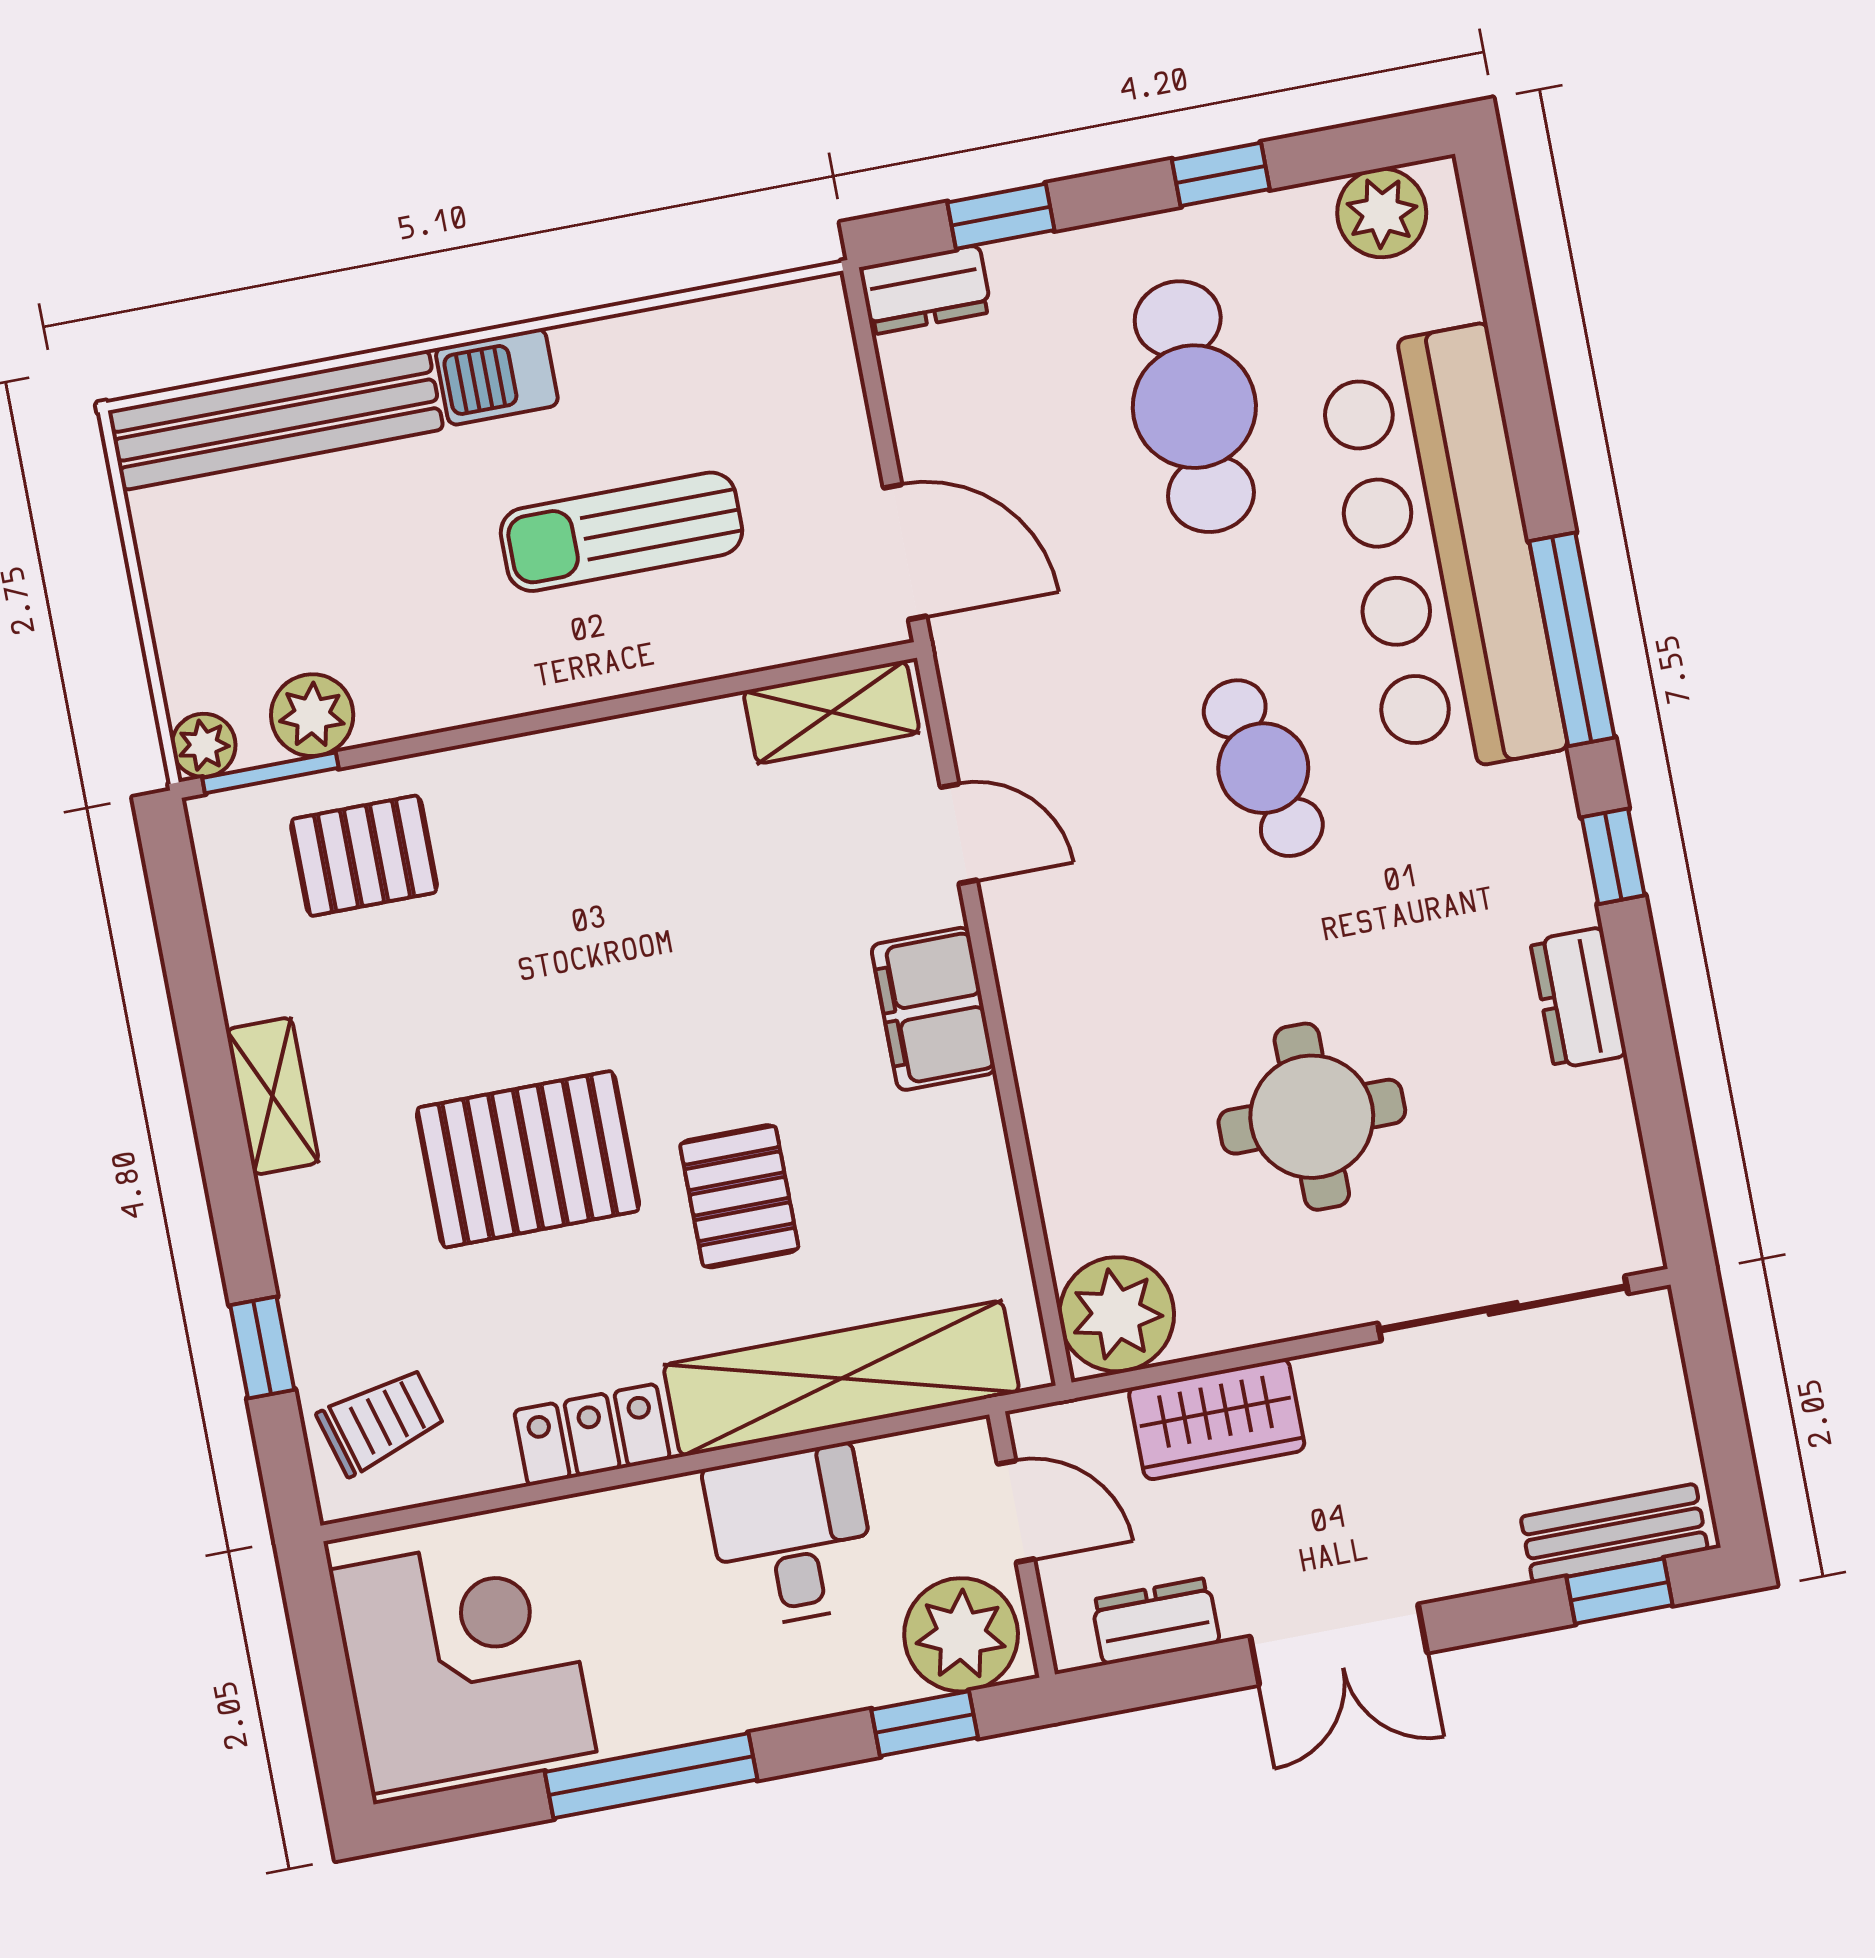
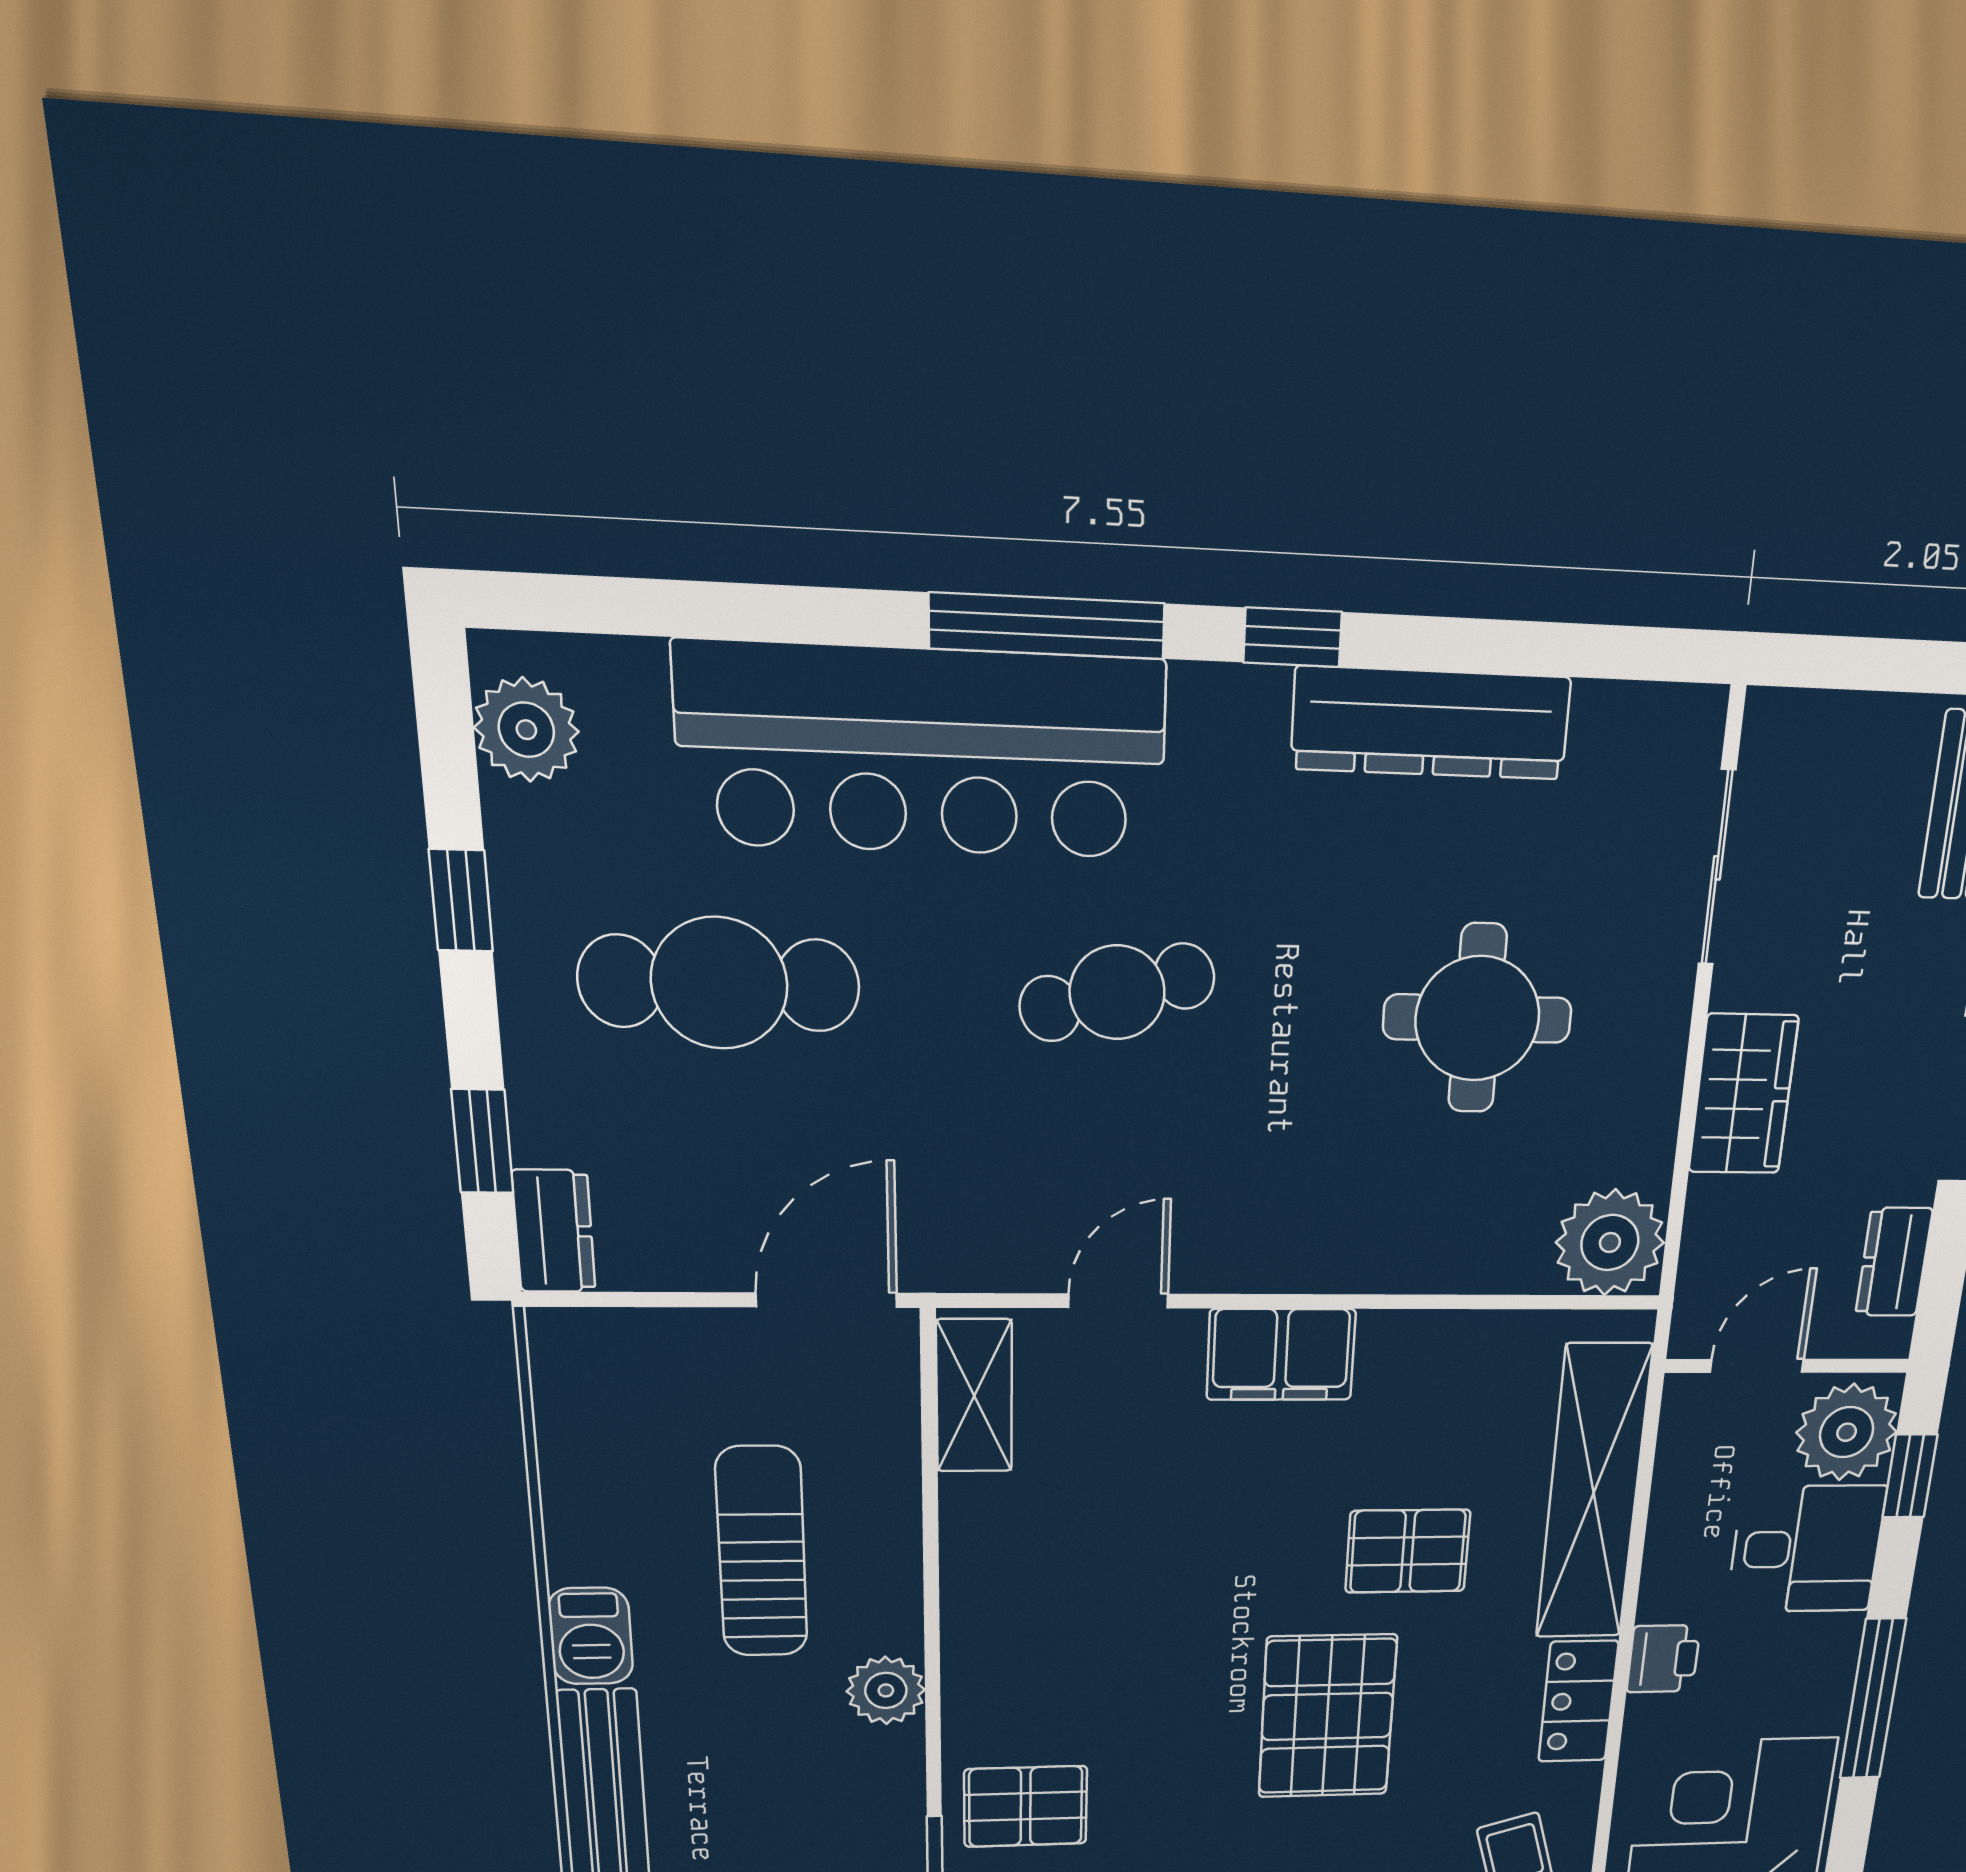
sun lounger: (621, 532) -> (762, 1552), turned 180
plant: (312, 715) -> (886, 1690), moved
pallet: (364, 856) -> (1026, 1806), turned 90
dresser: (1578, 998) -> (1431, 723), width x1.96, depth x1.24
sliding door: (1503, 1308) -> (1717, 868), width x0.73
wardrobe: (1217, 1419) -> (1743, 1094), moved
printer: (660, 1516) -> (1663, 1659), added
desk: (791, 1536) -> (1806, 1549), moved, turned 180

